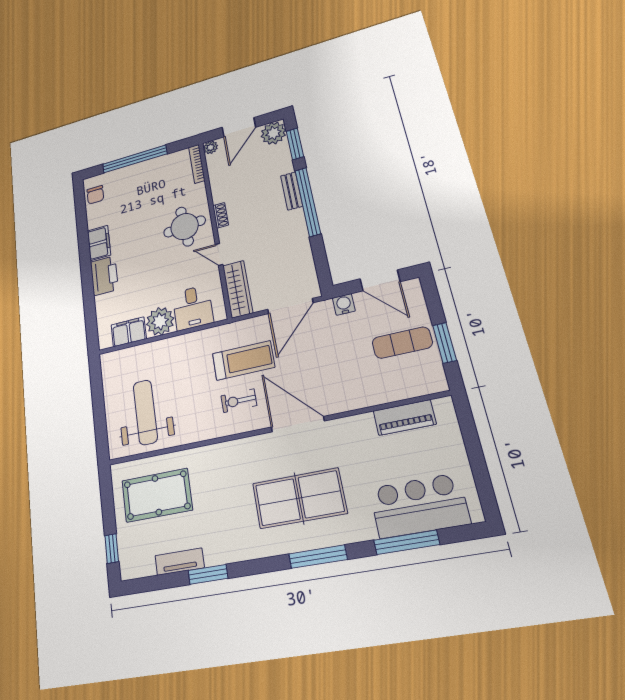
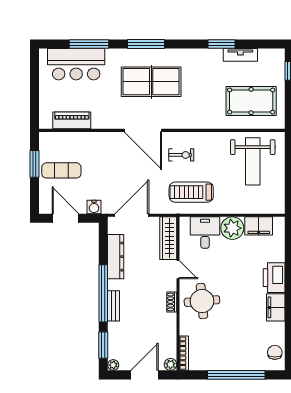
plant: (273, 133) -> (113, 365), width x0.53, depth x0.53
dresser: (301, 249) -> (116, 257), added
treadmill: (243, 360) -> (191, 192), moved

